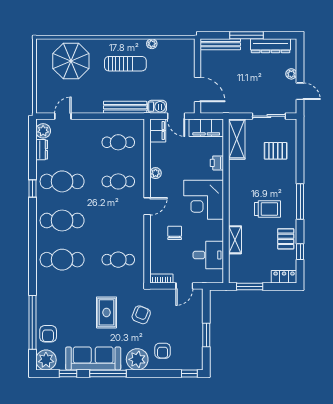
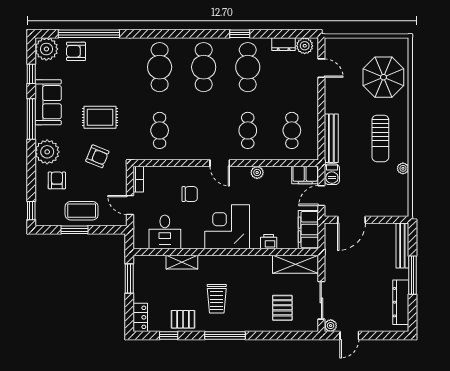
plant: (291, 74) -> (331, 326), moved
coffee table: (189, 329) -> (82, 211), added
armchair: (163, 351) -> (57, 180), turned 90
sofa: (93, 358) -> (48, 102), width x0.73

